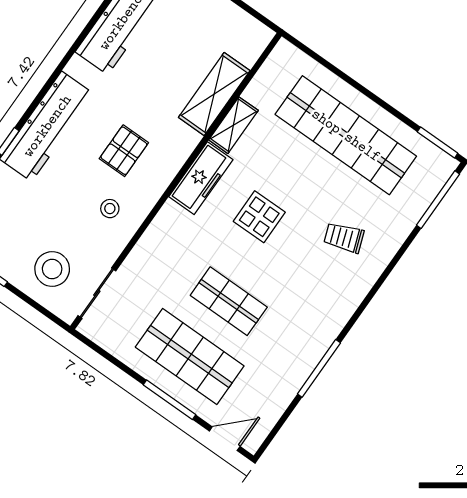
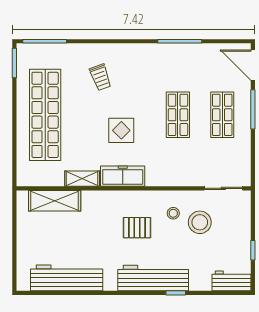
shelving: (214, 94) -> (55, 201), moved
stool: (52, 269) -> (200, 222), moved
shop shelf: (190, 357) -> (222, 115), width x0.70, depth x0.74
door: (225, 439) -> (253, 65), width x1.38

